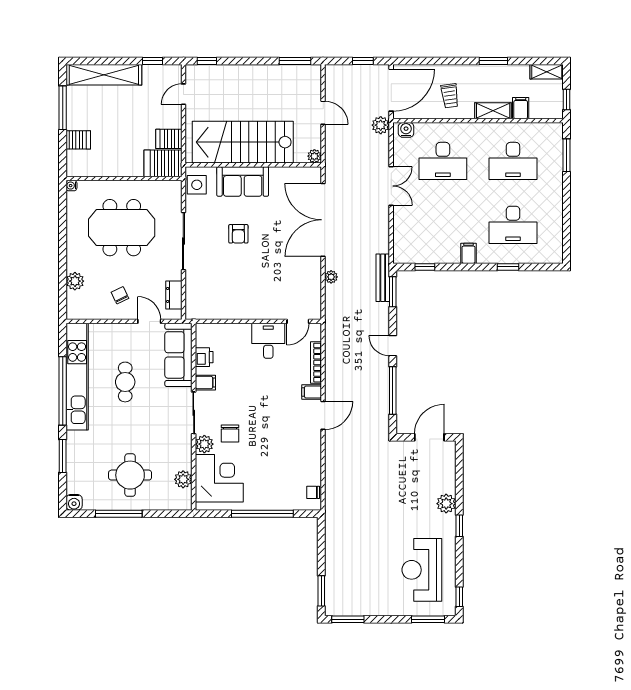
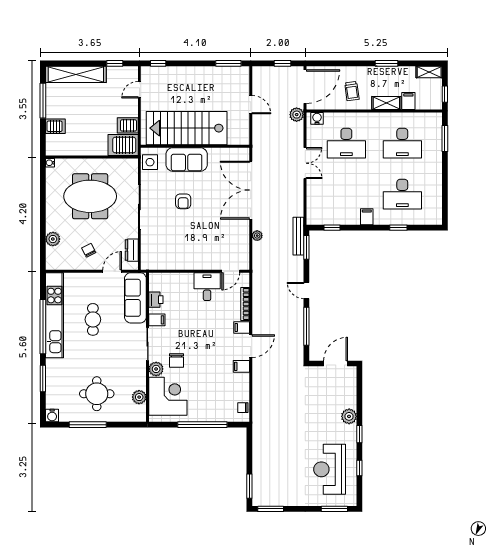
plant: (314, 156) -> (244, 139), removed
door: (149, 321) -> (112, 271), hinge flipped
filing cabinet: (311, 441) -> (241, 366), added
window: (459, 597) -> (359, 468), moved

